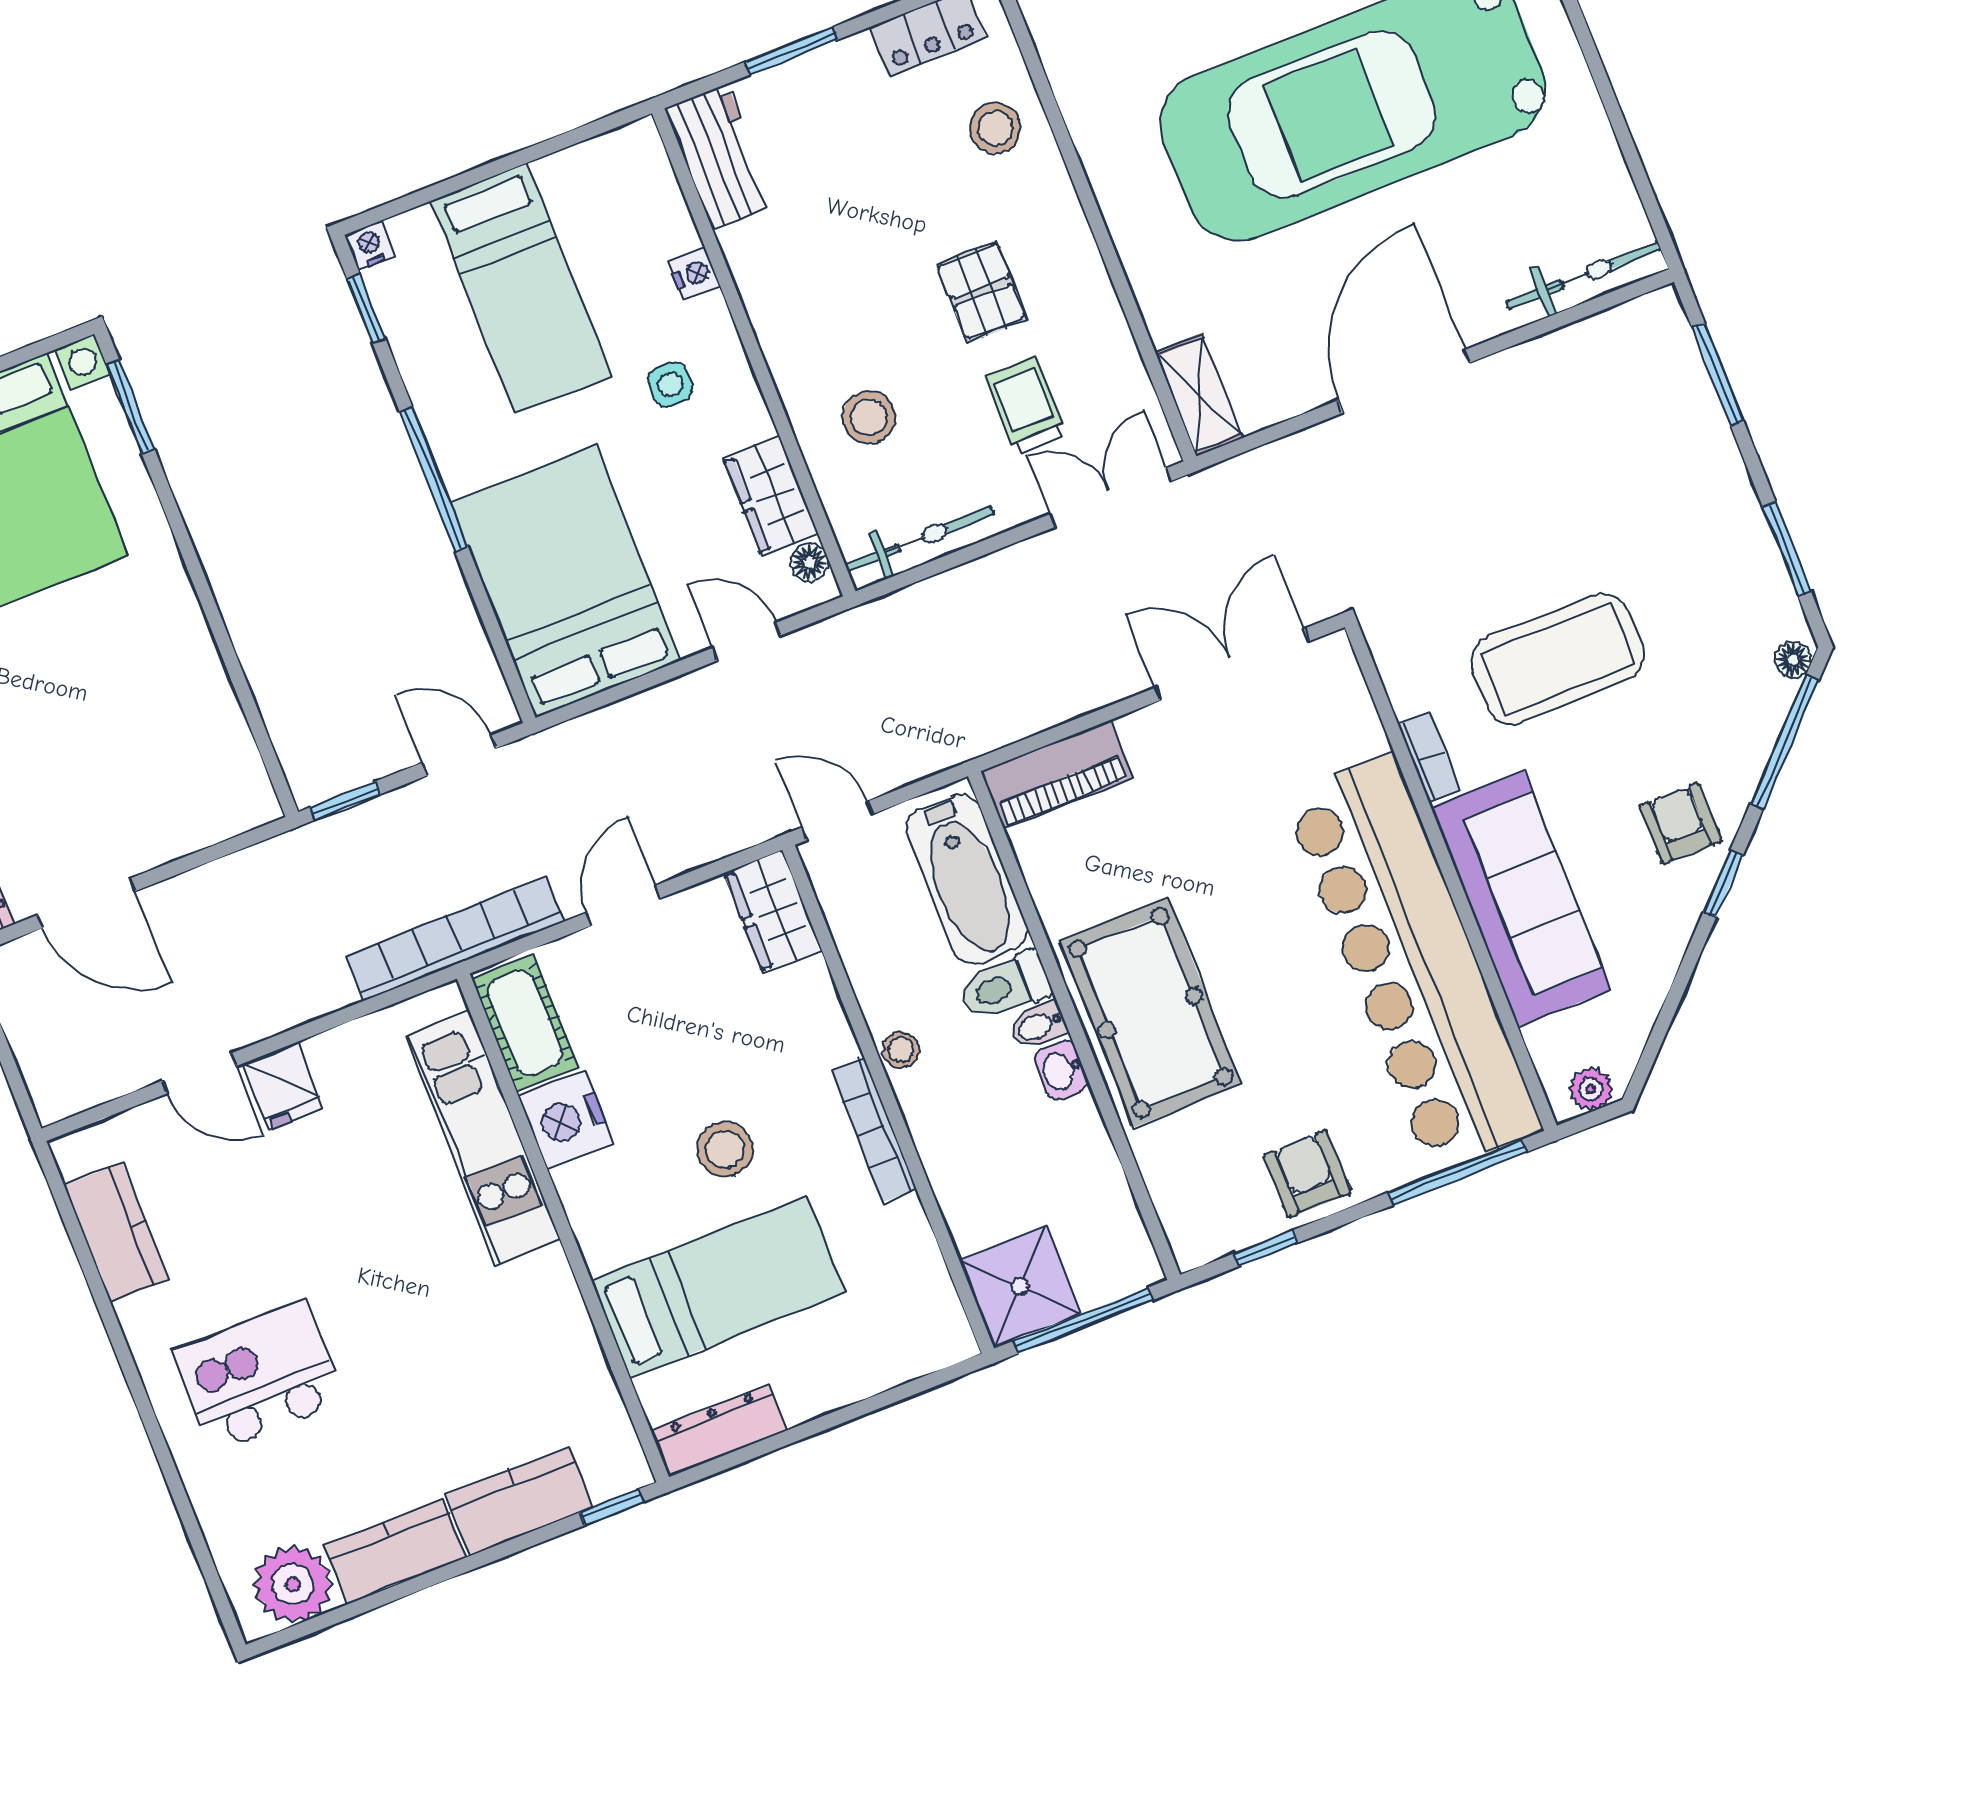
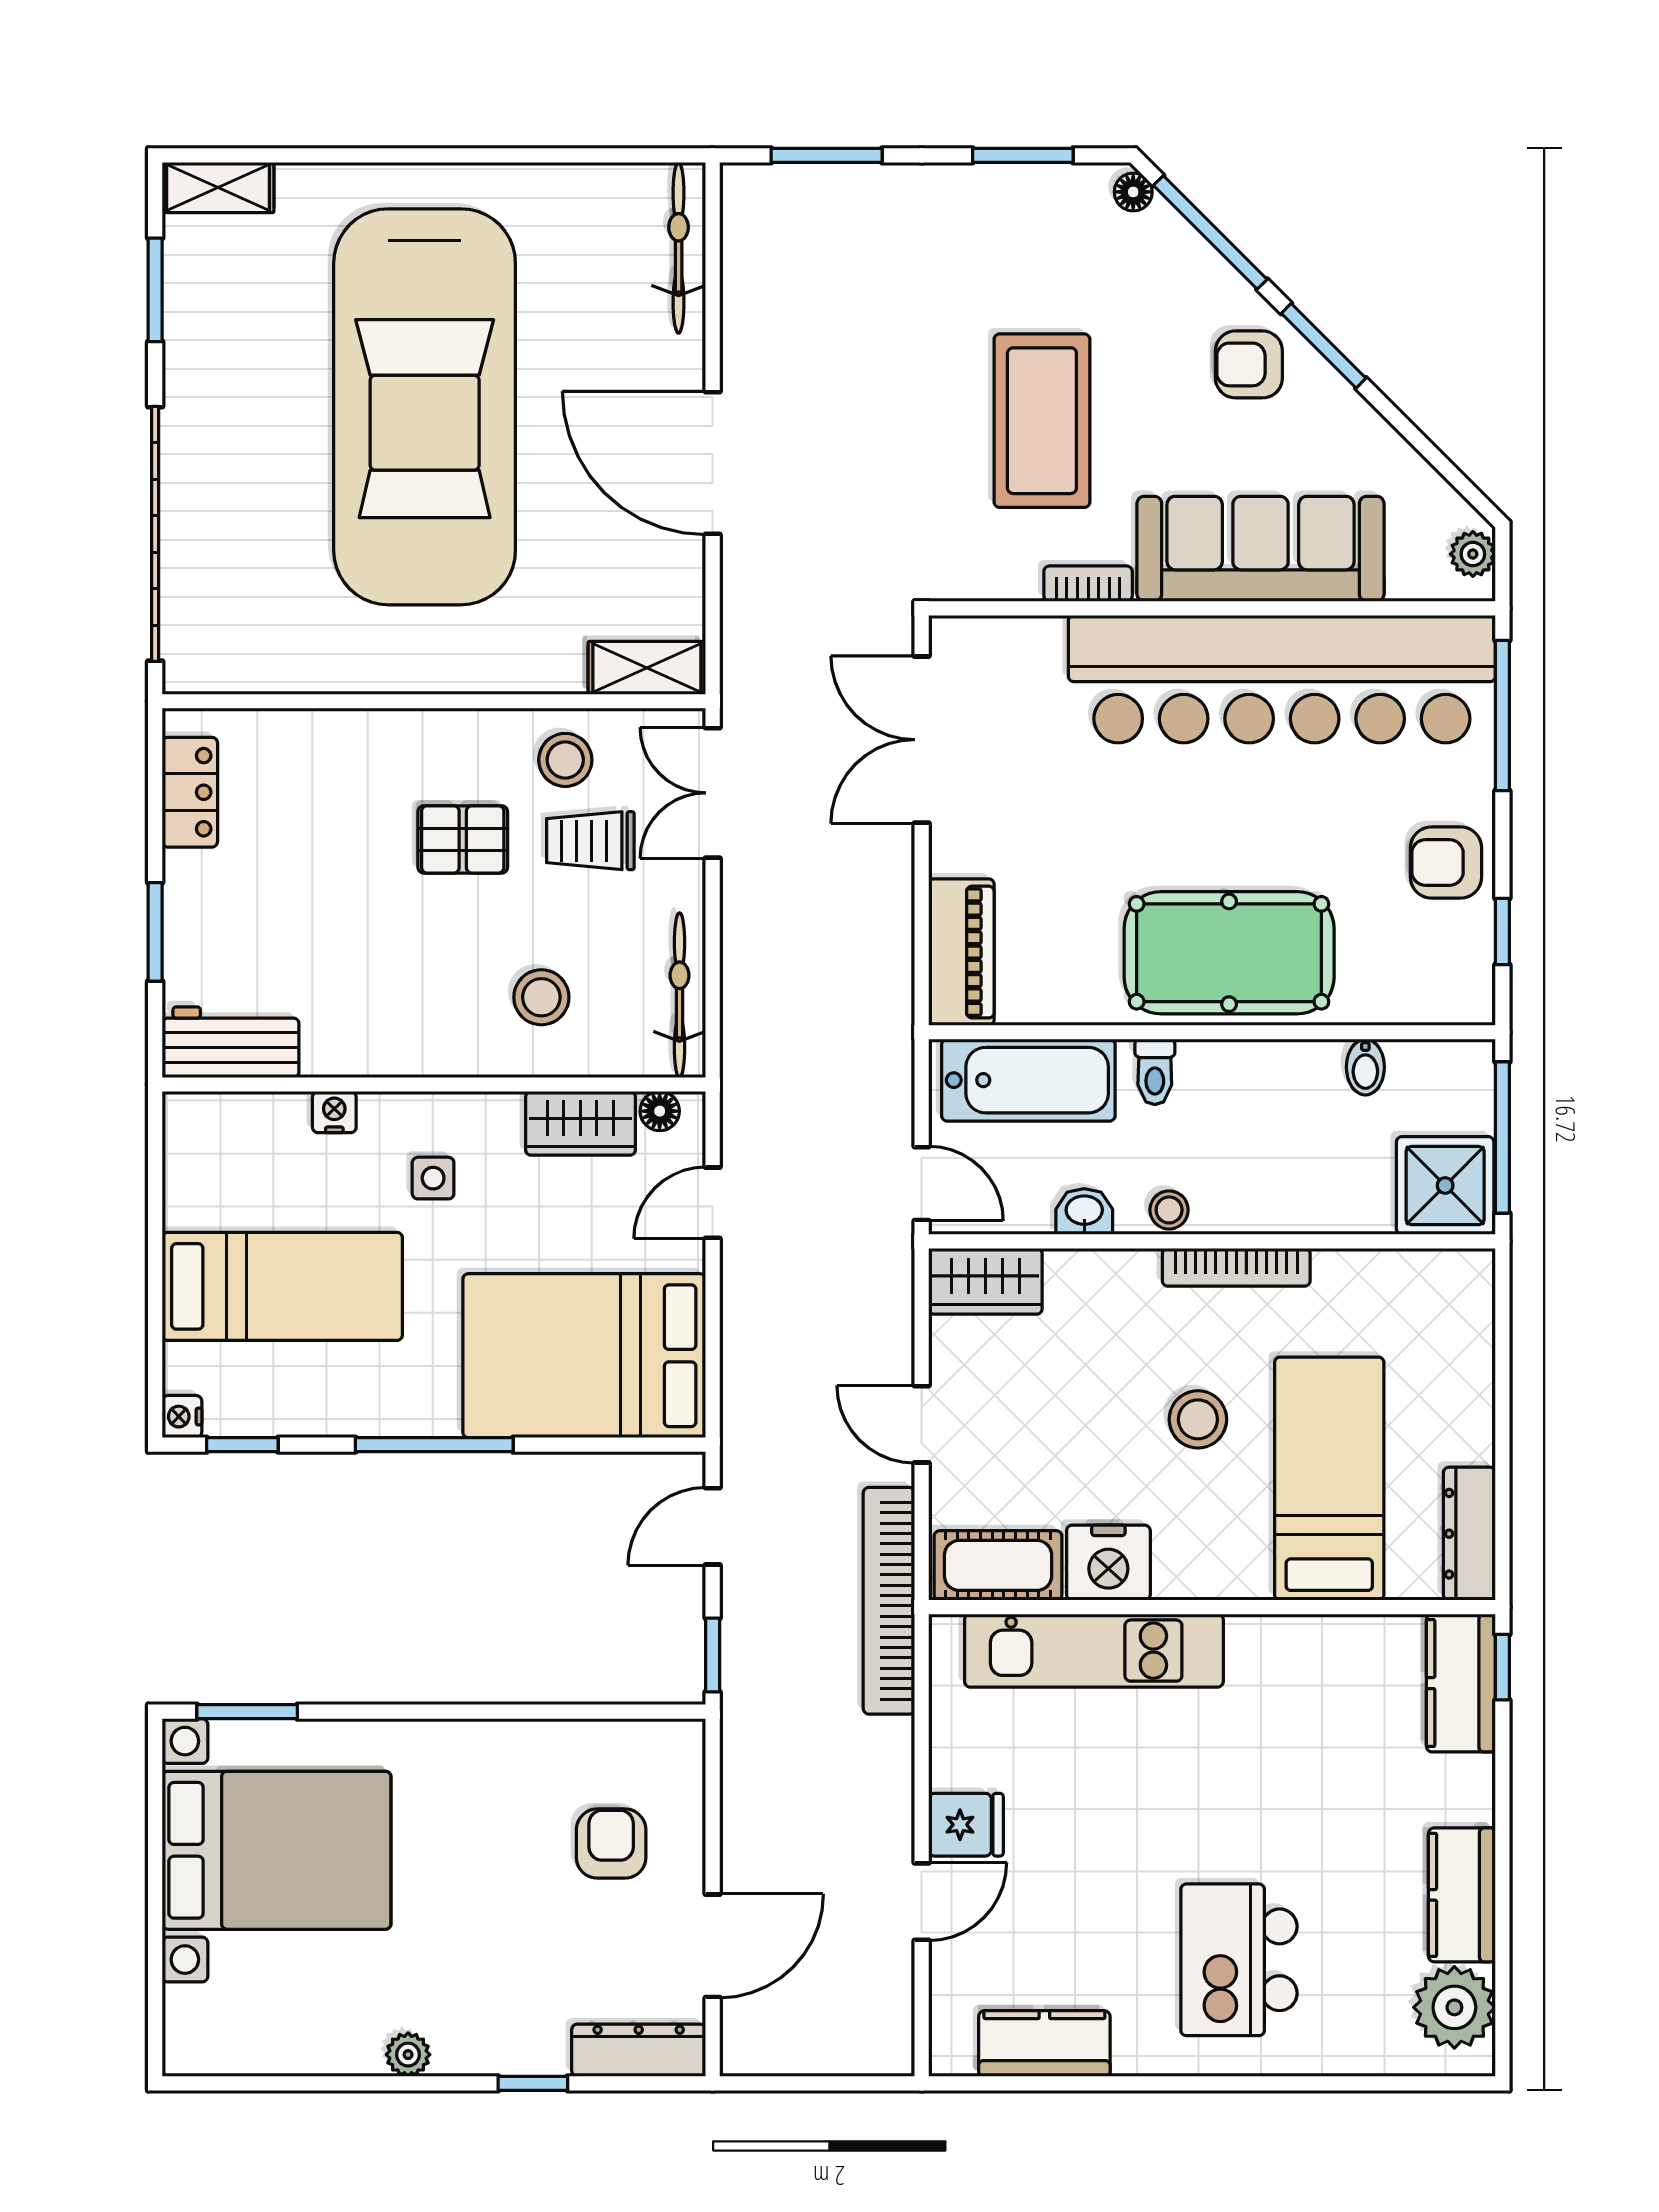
stool: (995, 128) -> (565, 760), moved
armchair: (141, 777) -> (611, 1844), added
door: (837, 821) -> (922, 1184), swing flipped
window: (1723, 883) -> (1324, 346), width x1.50
toilet: (1005, 986) -> (1155, 1072), width x0.73, depth x0.72
bidet: (1038, 1026) -> (1365, 1067), moved
washbasin: (1061, 1070) -> (1084, 1211), moved, turned 180
kitchen counter: (520, 1501) -> (1461, 1683), moved

